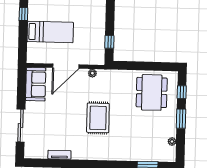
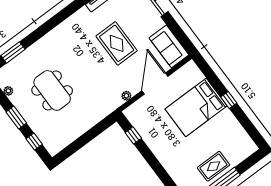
bed: (50, 32) -> (196, 107), width x1.50
dining table: (152, 92) -> (52, 90), moved
rug: (98, 118) -> (117, 43), moved

